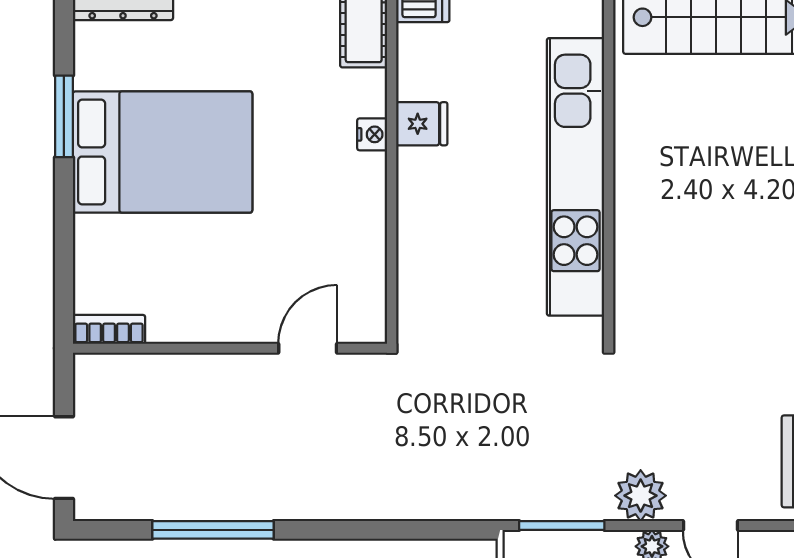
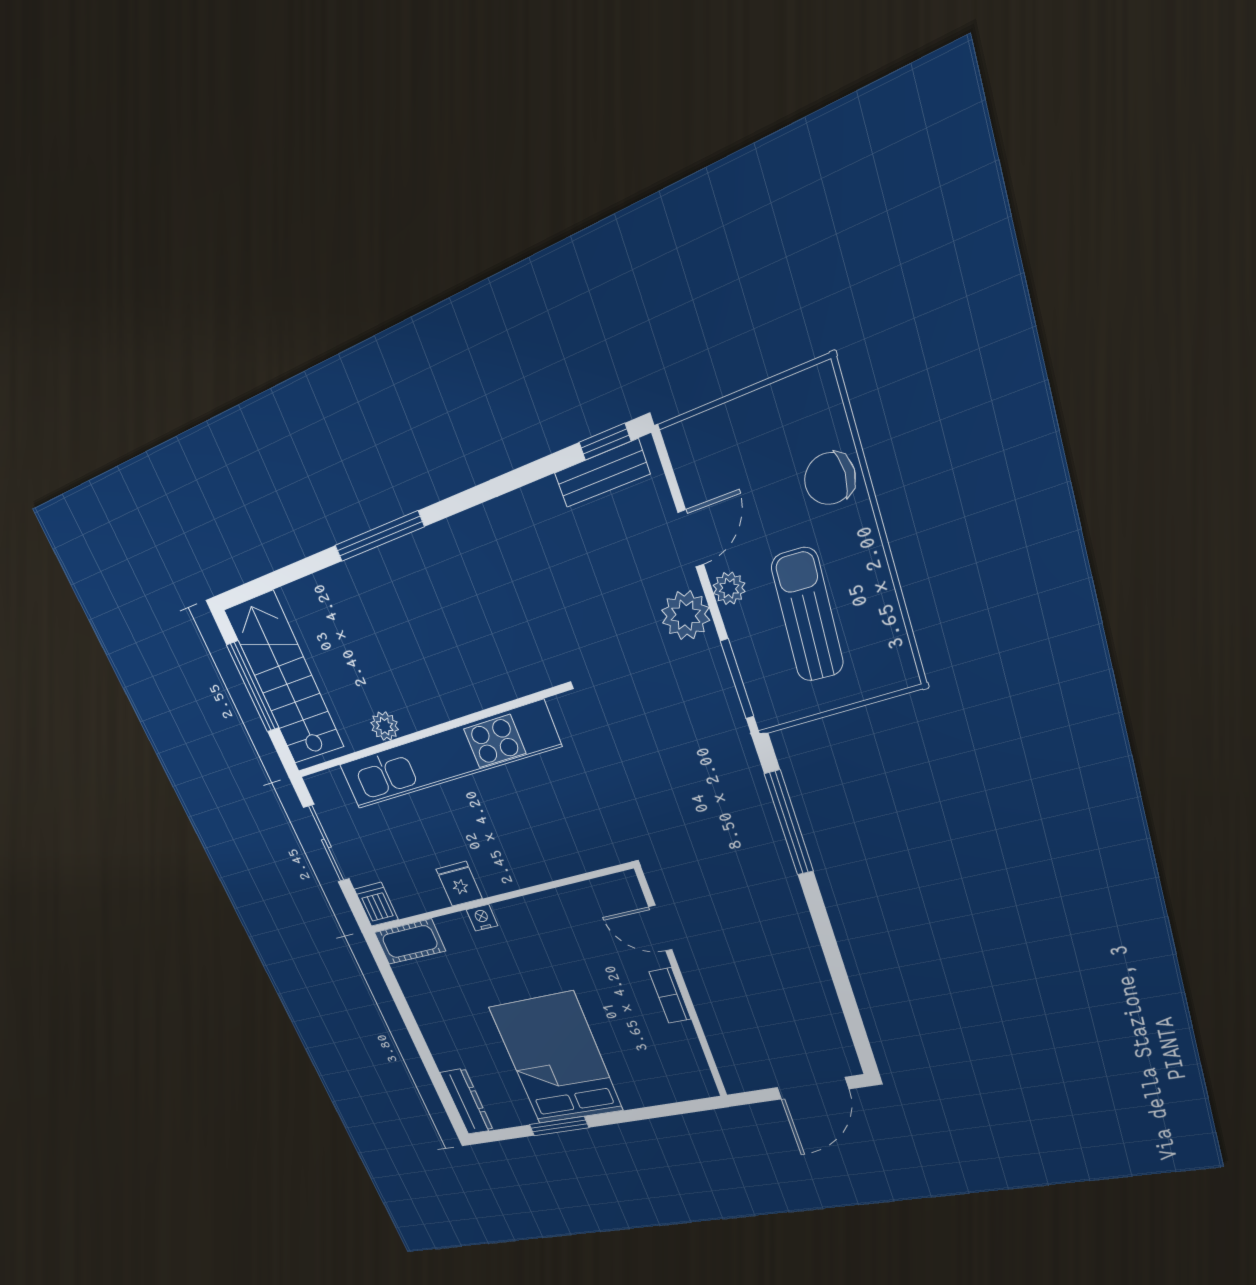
plant: (631, 116) -> (385, 726), added
bookcase: (109, 329) -> (670, 996), moved
window: (213, 530) -> (789, 823), moved

